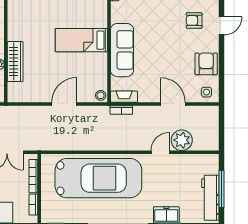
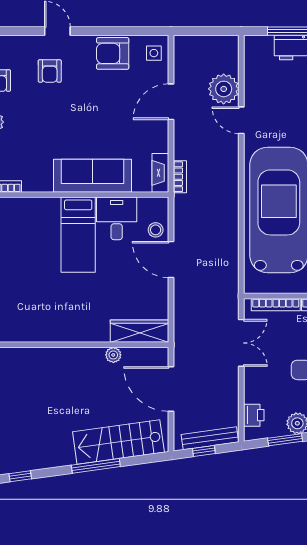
wardrobe: (15, 62) -> (139, 331), moved
desk: (93, 67) -> (117, 218), added
stool: (101, 95) -> (156, 230), moved

